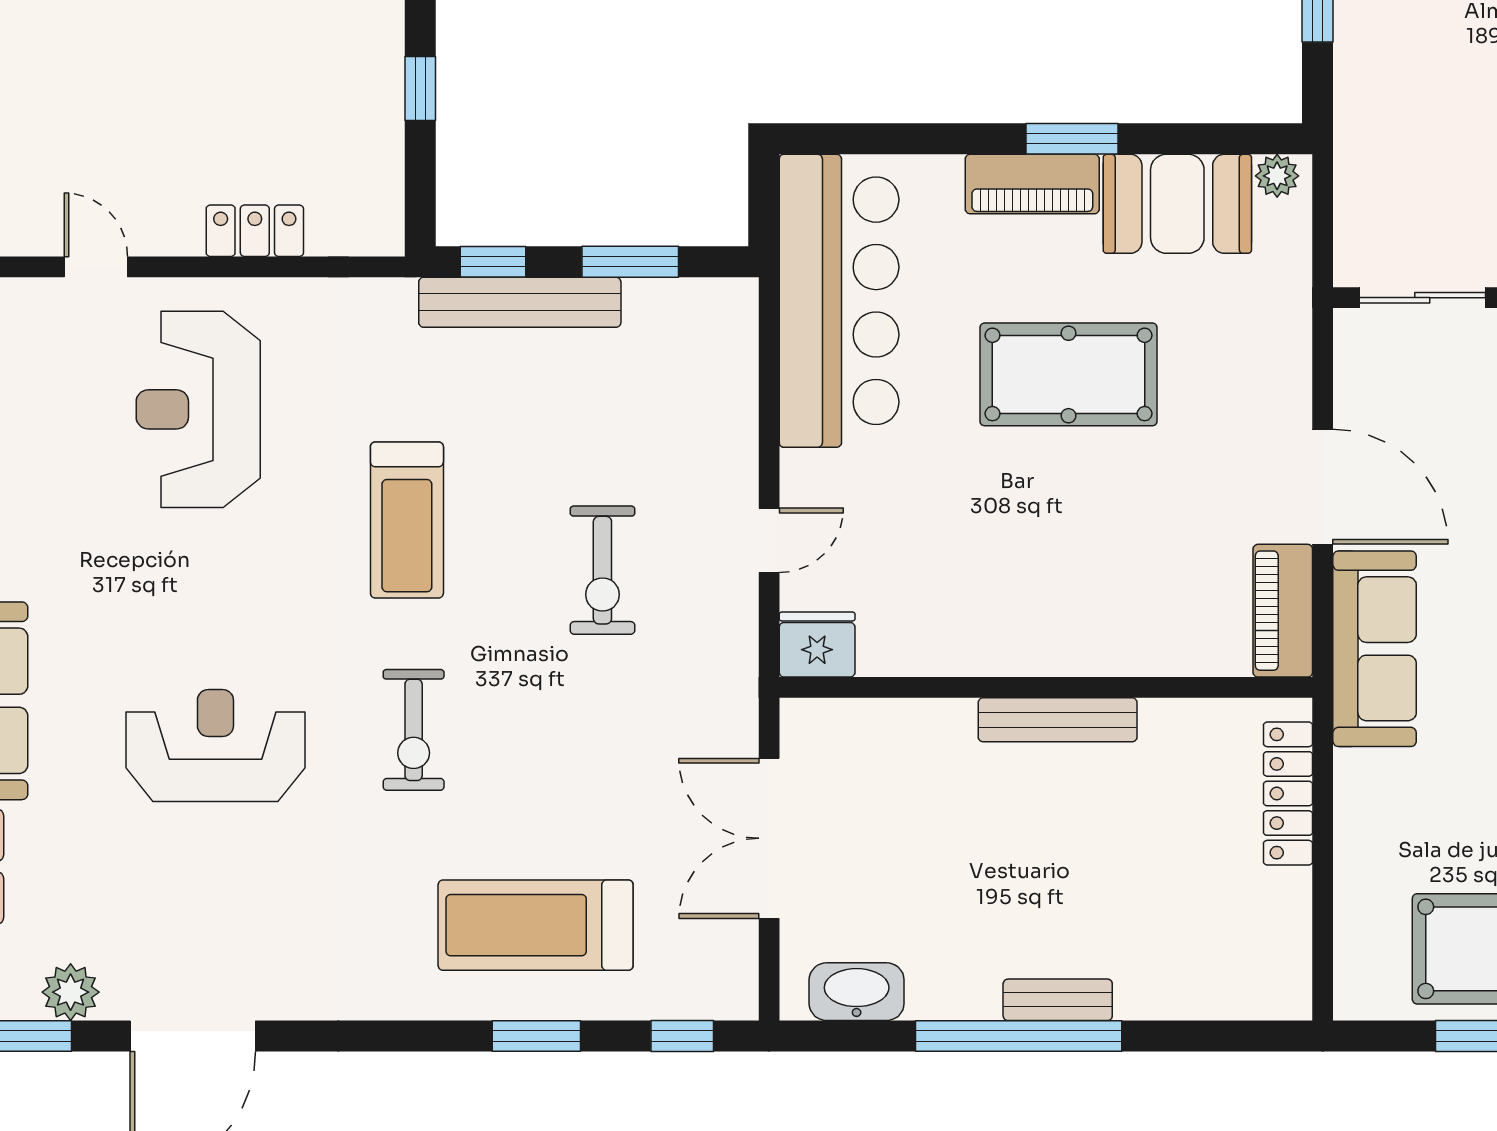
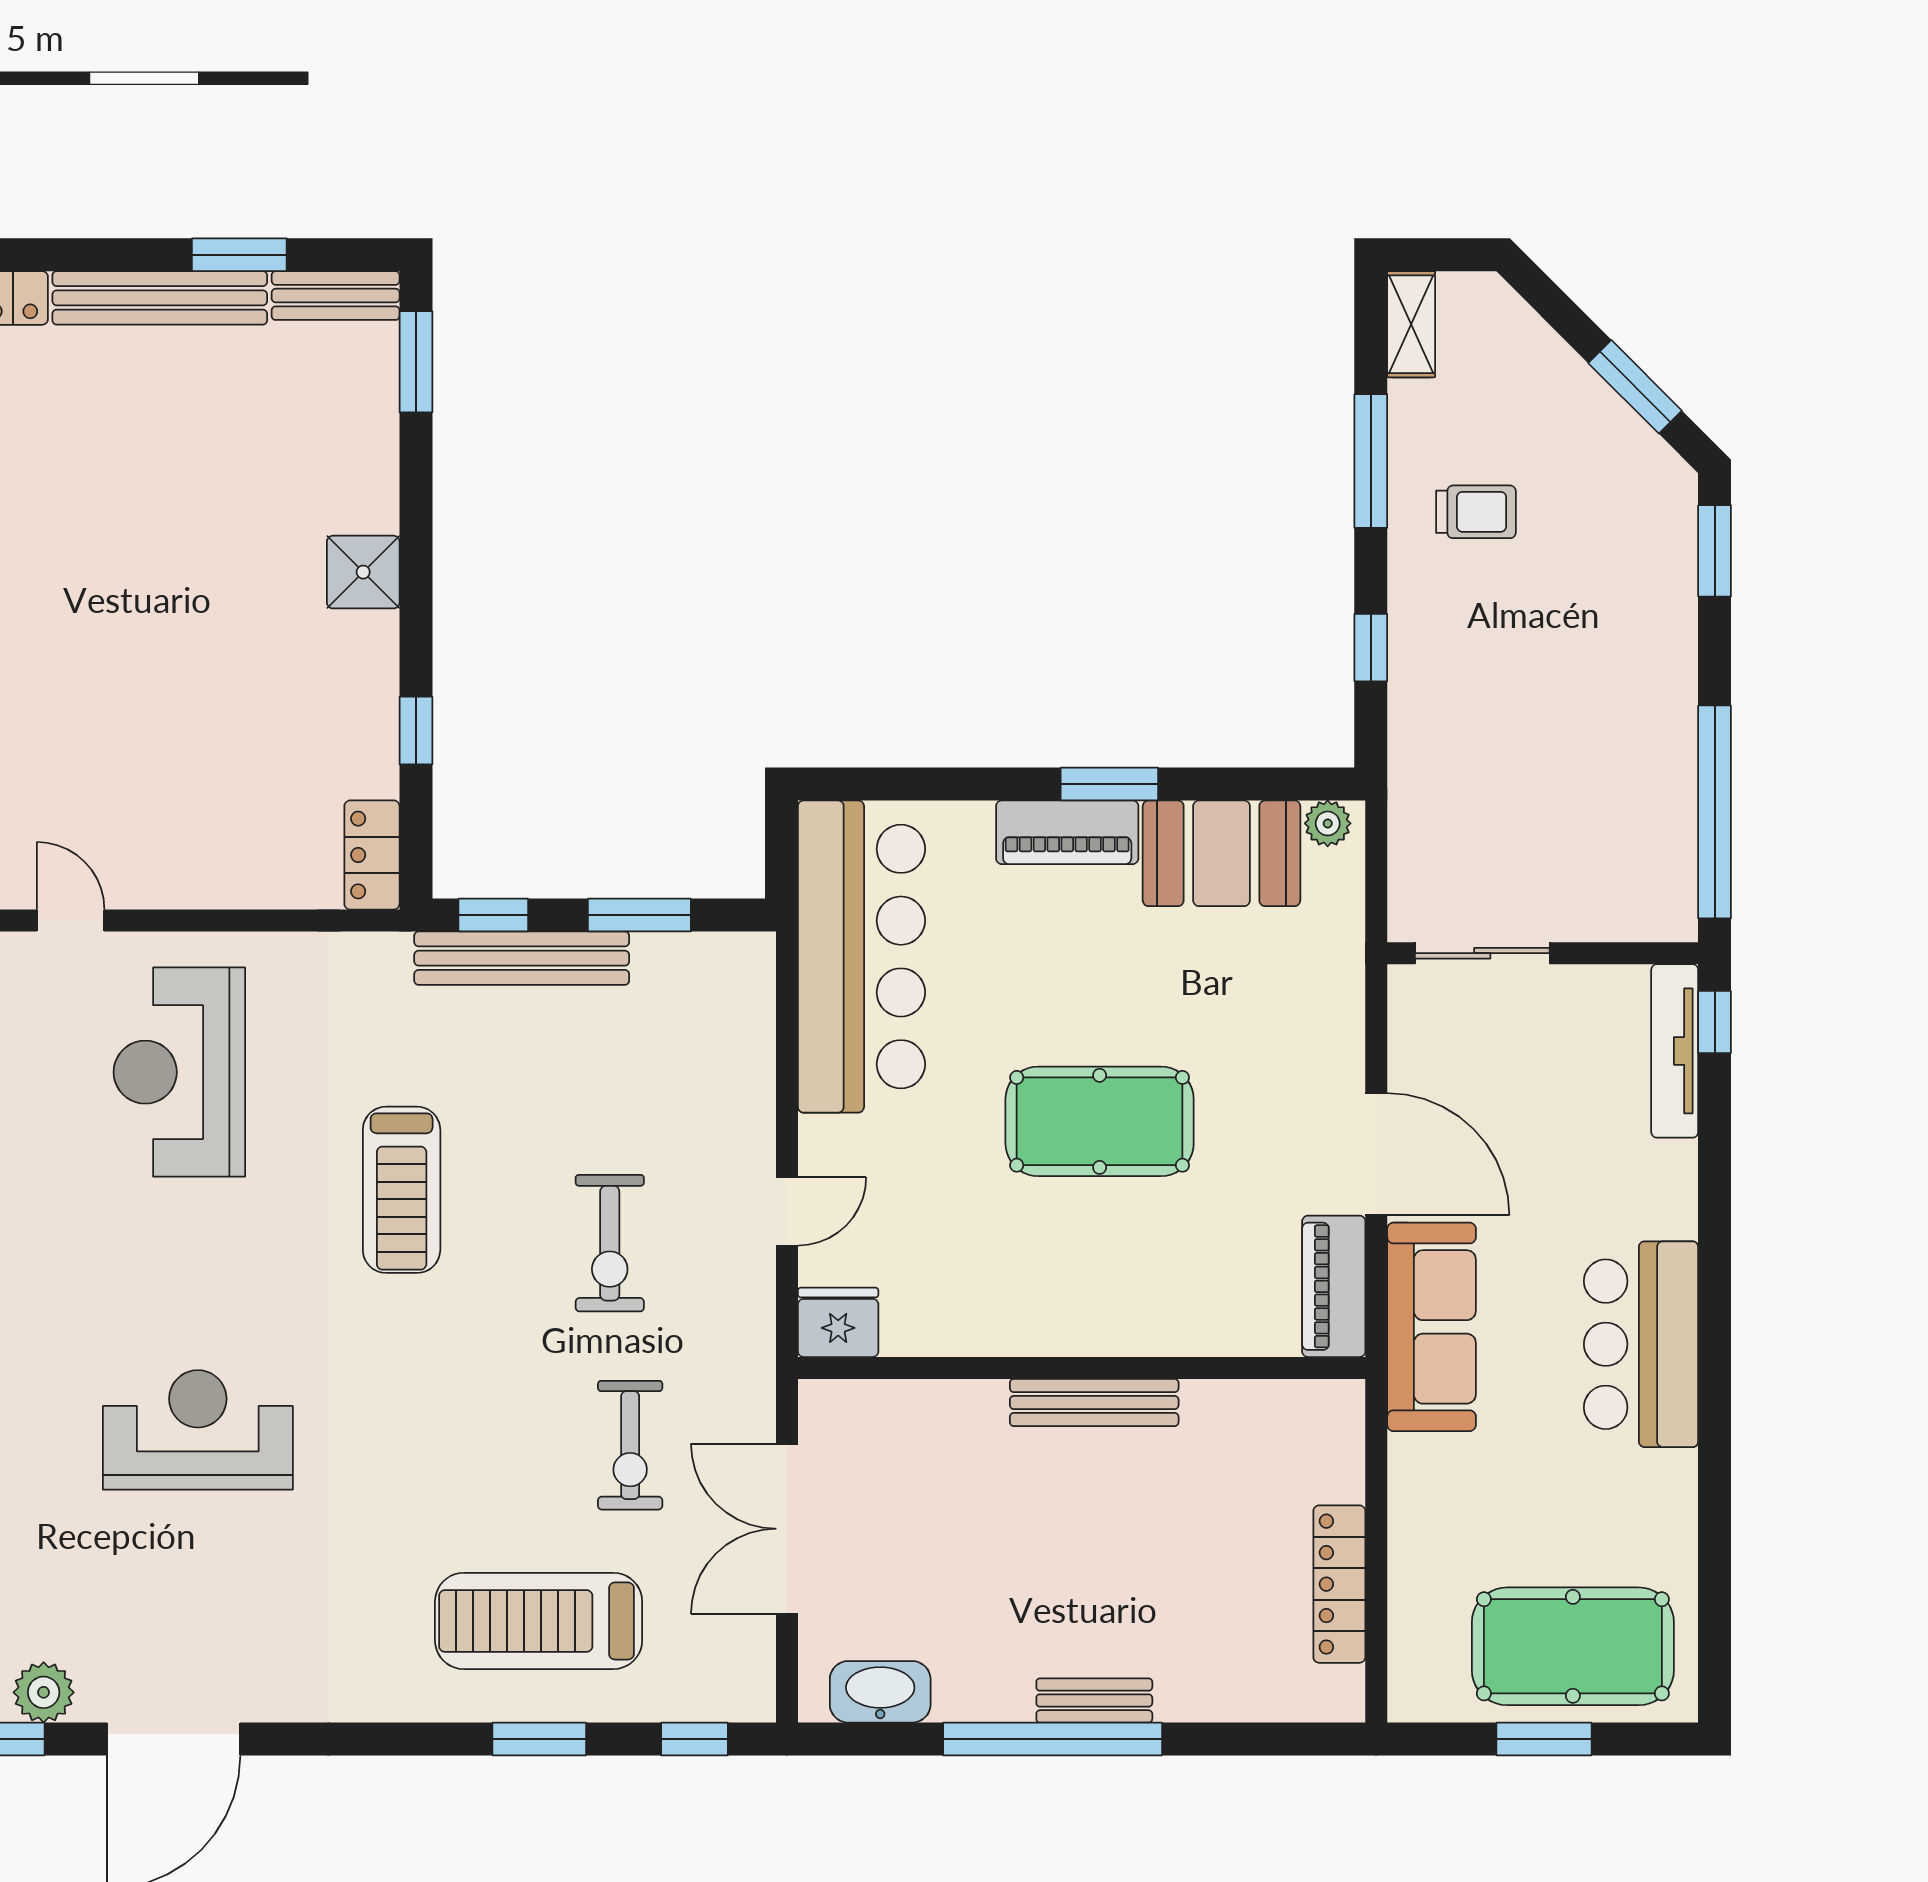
locker: (255, 231) -> (372, 855), moved, turned -90
pool table: (1069, 374) -> (1100, 1121), moved
exercise bike: (414, 730) -> (630, 1445), moved
locker: (1288, 793) -> (1339, 1584), moved

